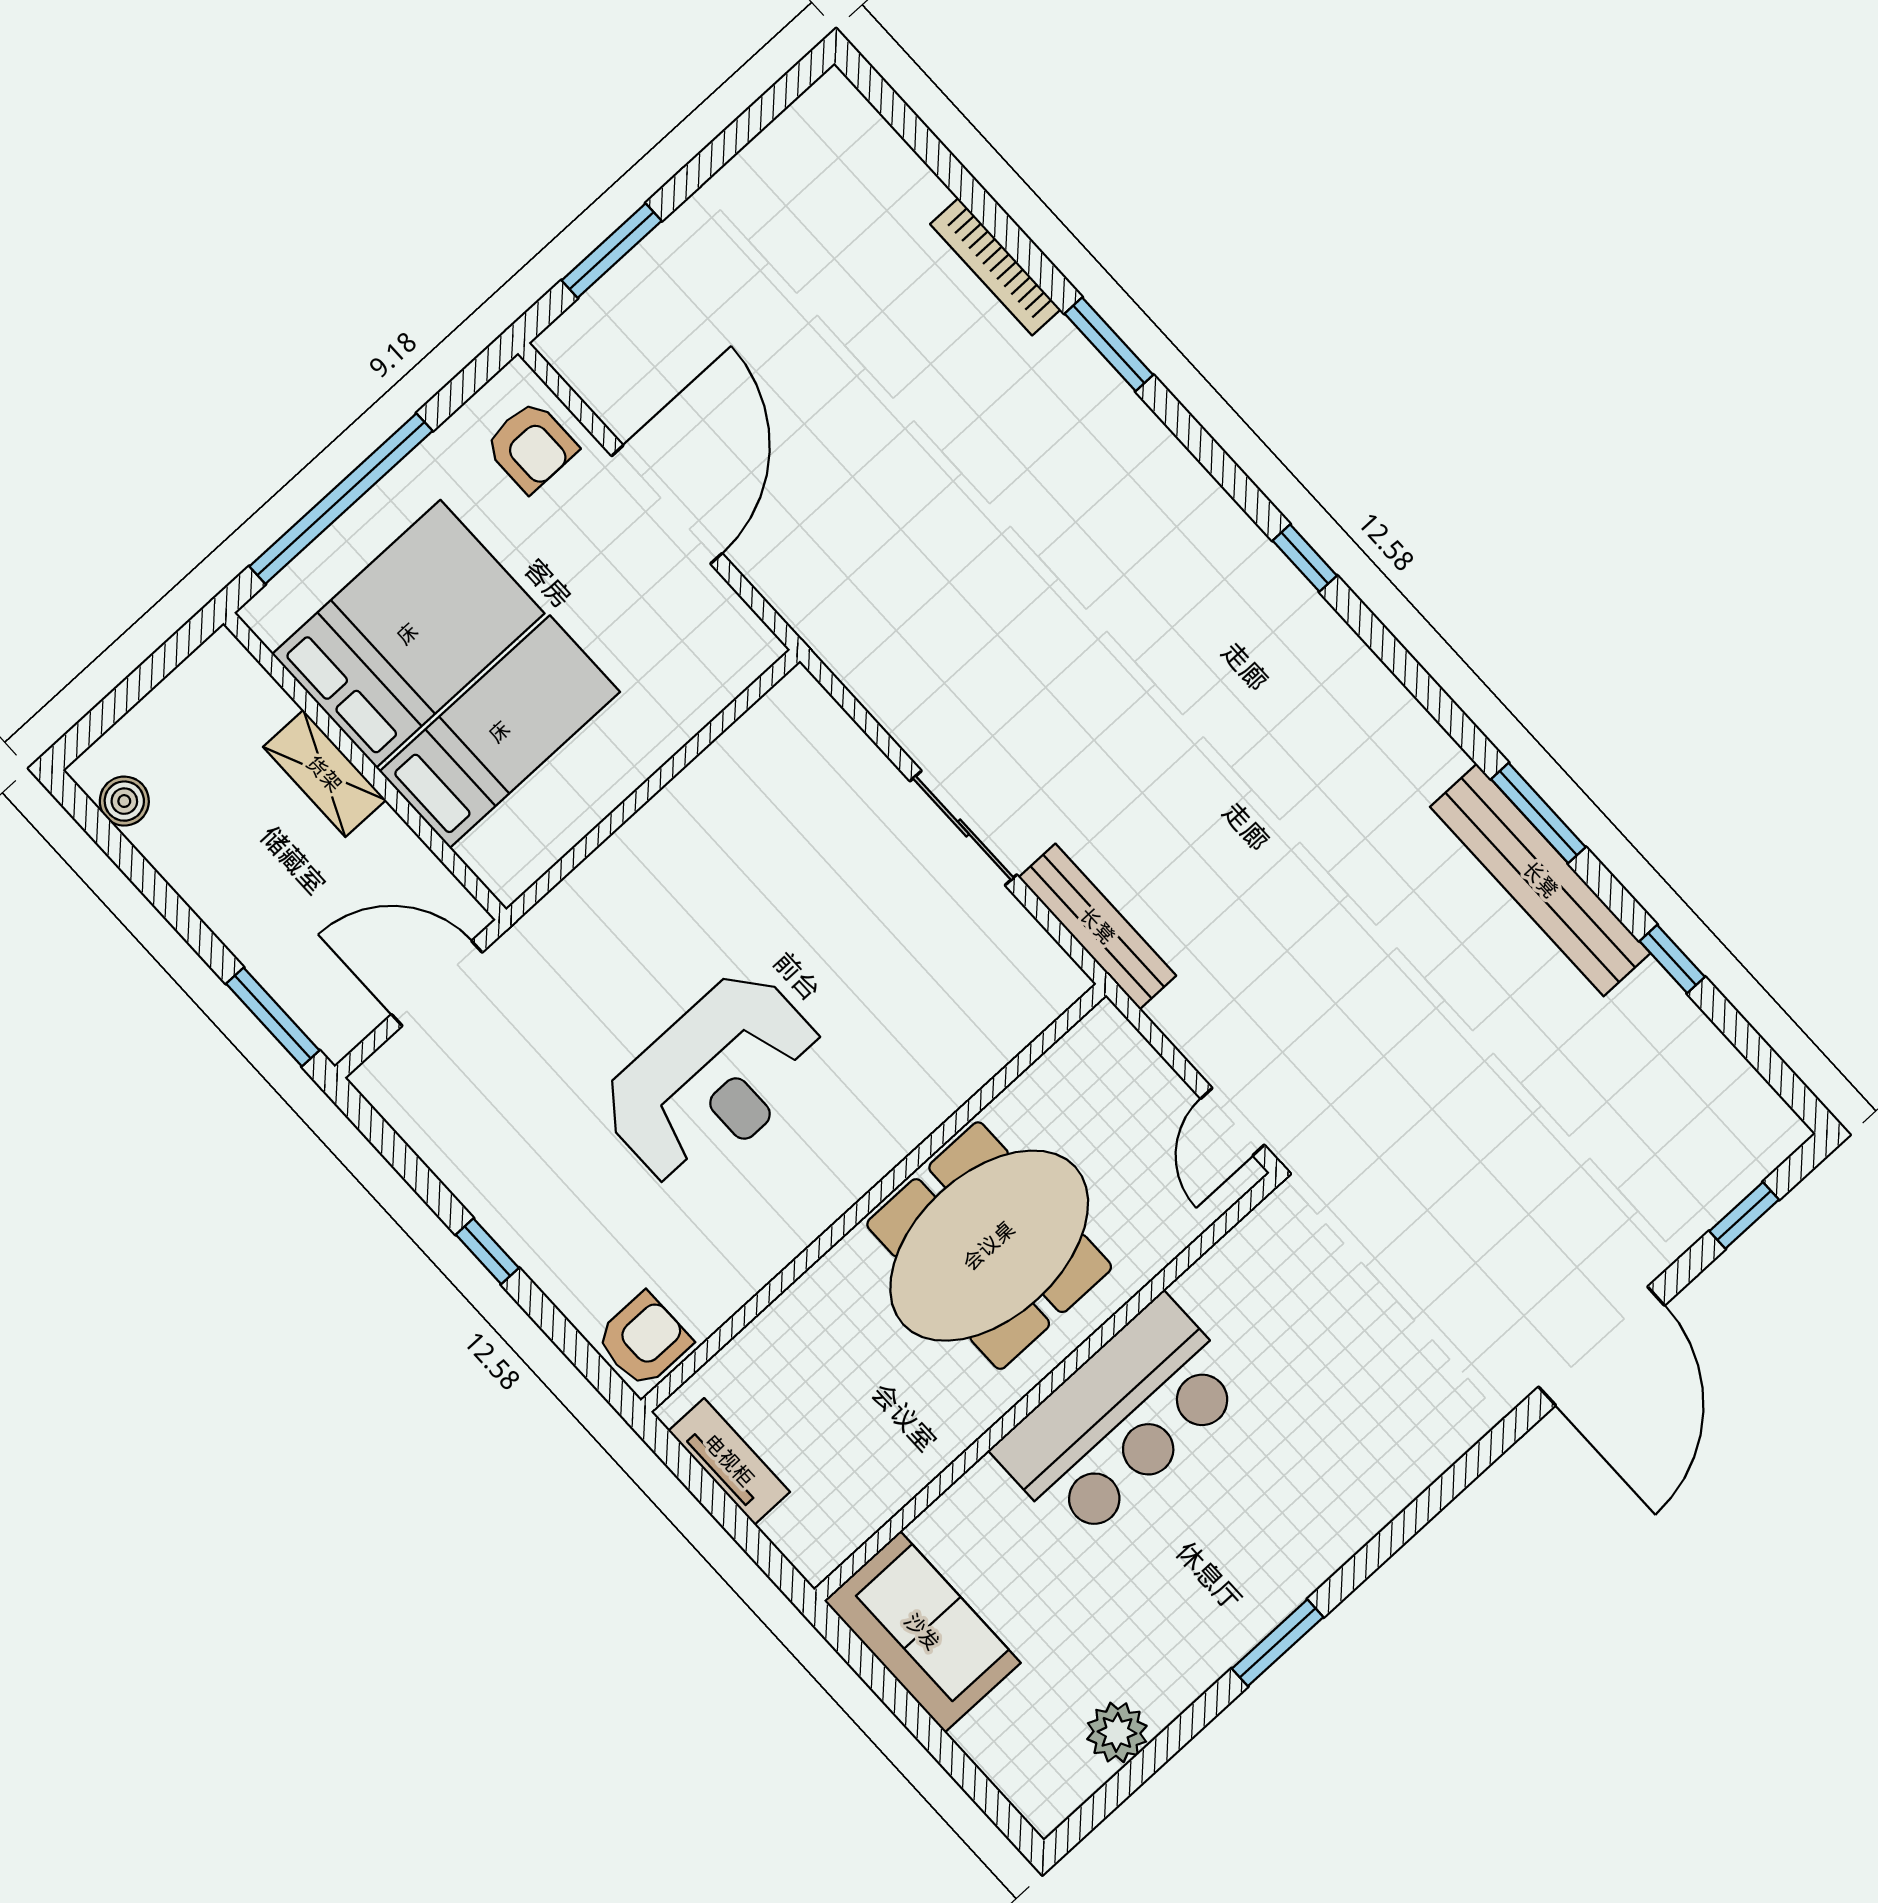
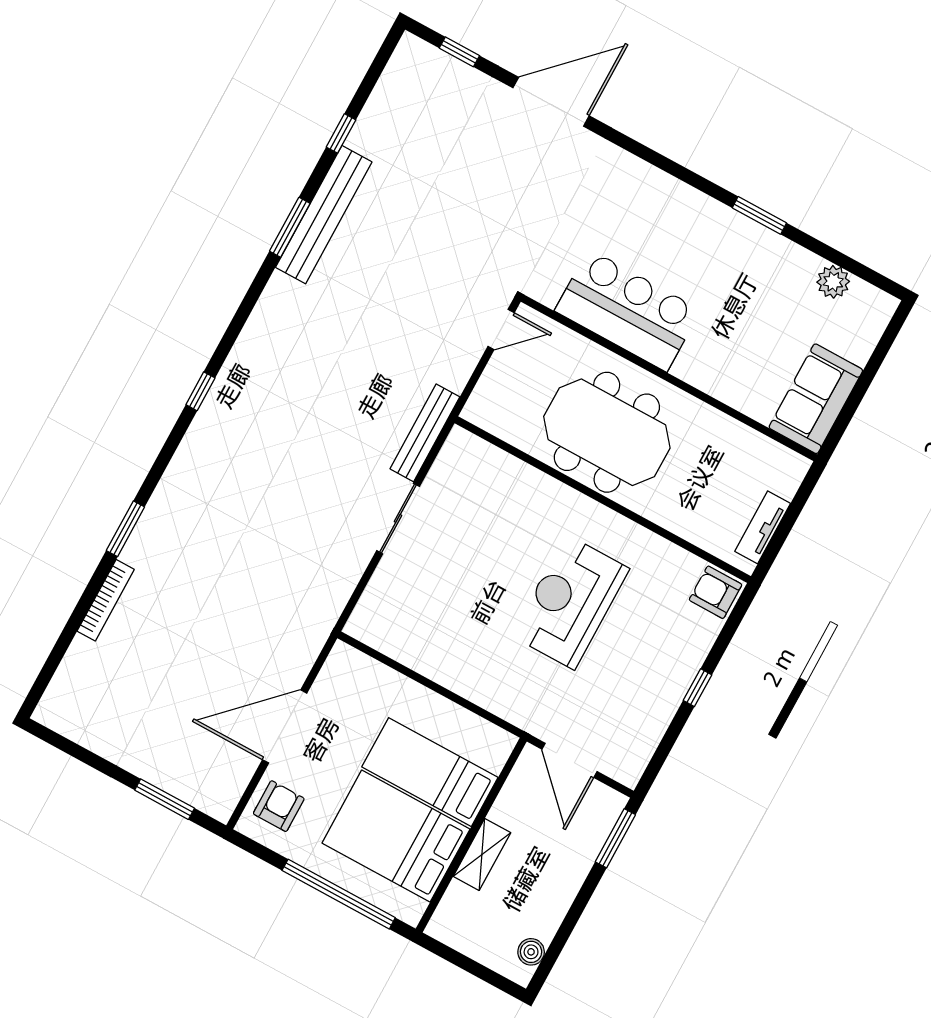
reception desk: (713, 1080) -> (570, 602), turned -90
bar counter: (1120, 1419) -> (628, 310), moved

